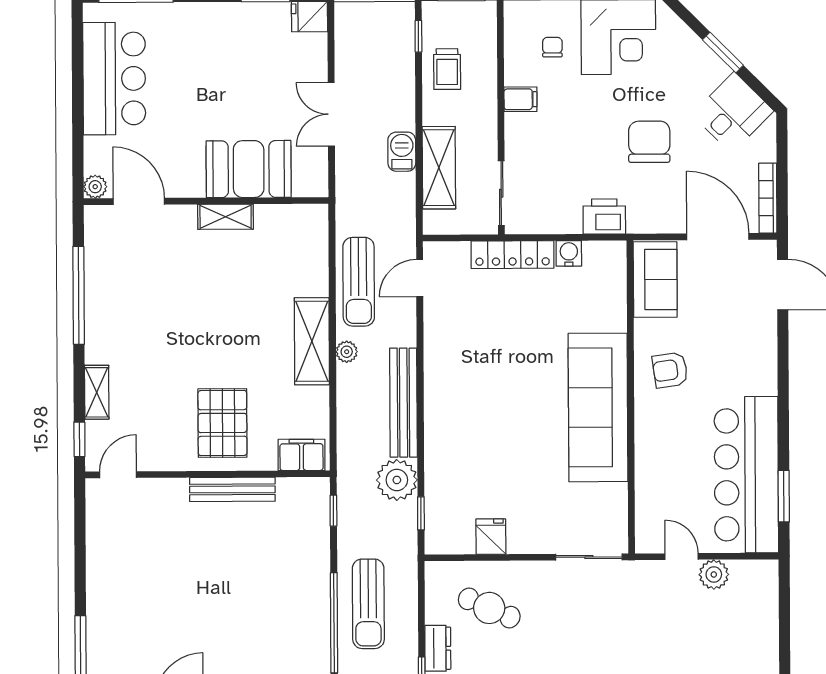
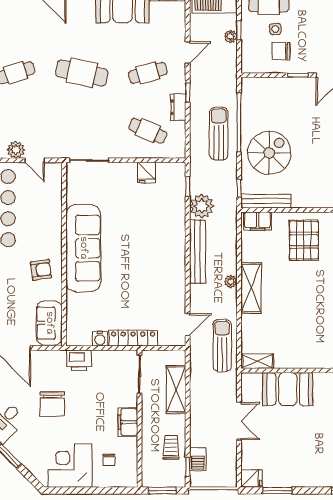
filing cabinet: (520, 99) -> (128, 422), width x2.00
barbecue: (402, 152) -> (198, 459), moved
shelving: (226, 217) -> (257, 361), moved
sun lounger: (359, 282) -> (222, 345), moved
bench: (232, 489) -> (266, 201), moved
spiral stairs: (282, 571) -> (269, 153), added

